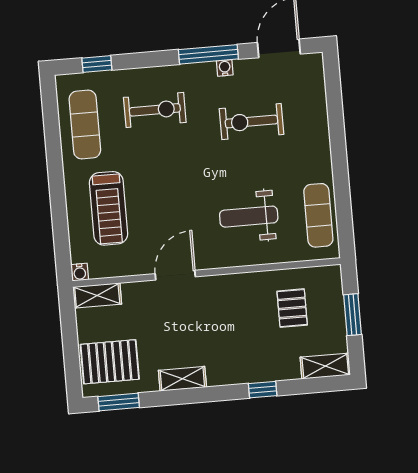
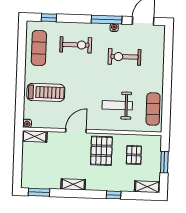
treadmill: (109, 208) -> (46, 92), turned -90
pallet: (110, 362) -> (101, 151), moved, turned 90

